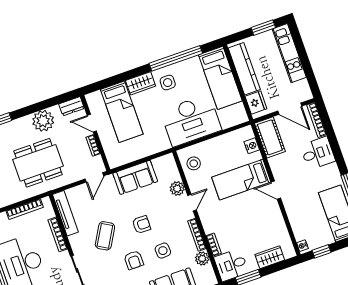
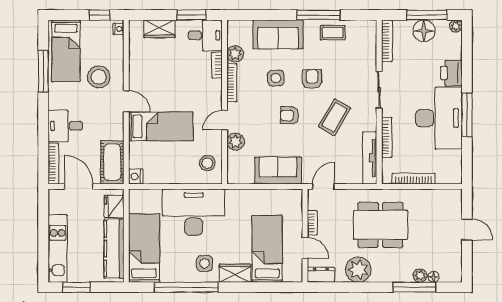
nightstand: (252, 146) -> (136, 176), moved
stool: (305, 202) -> (99, 77), added

